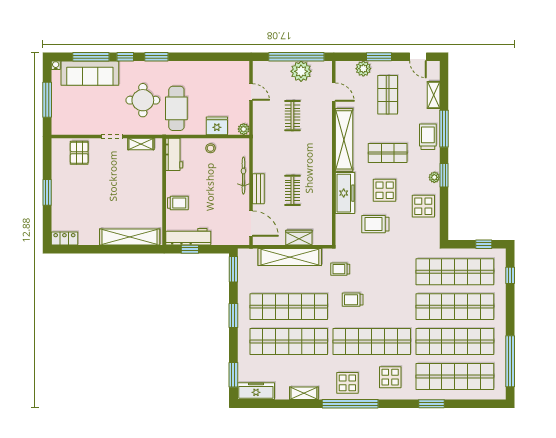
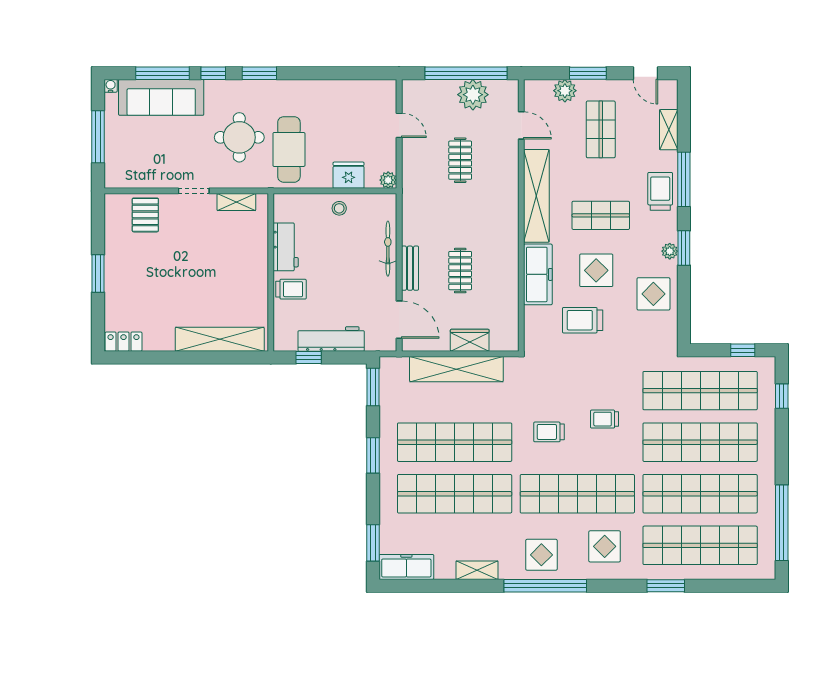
workbench: (174, 154) -> (286, 247), moved
workbench: (188, 237) -> (331, 339), moved
trolley: (340, 269) -> (604, 419), moved

